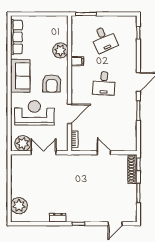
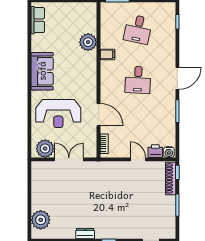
row of seats: (16, 37) -> (38, 20), width x0.68
desk: (104, 39) -> (138, 29), turned 36
armchair: (52, 83) -> (78, 80), removed
reception desk: (34, 113) -> (58, 114), turned 180
door: (69, 114) -> (99, 115), hinge flipped
printer: (119, 146) -> (155, 151), added
water cooler: (131, 146) -> (169, 152), added

